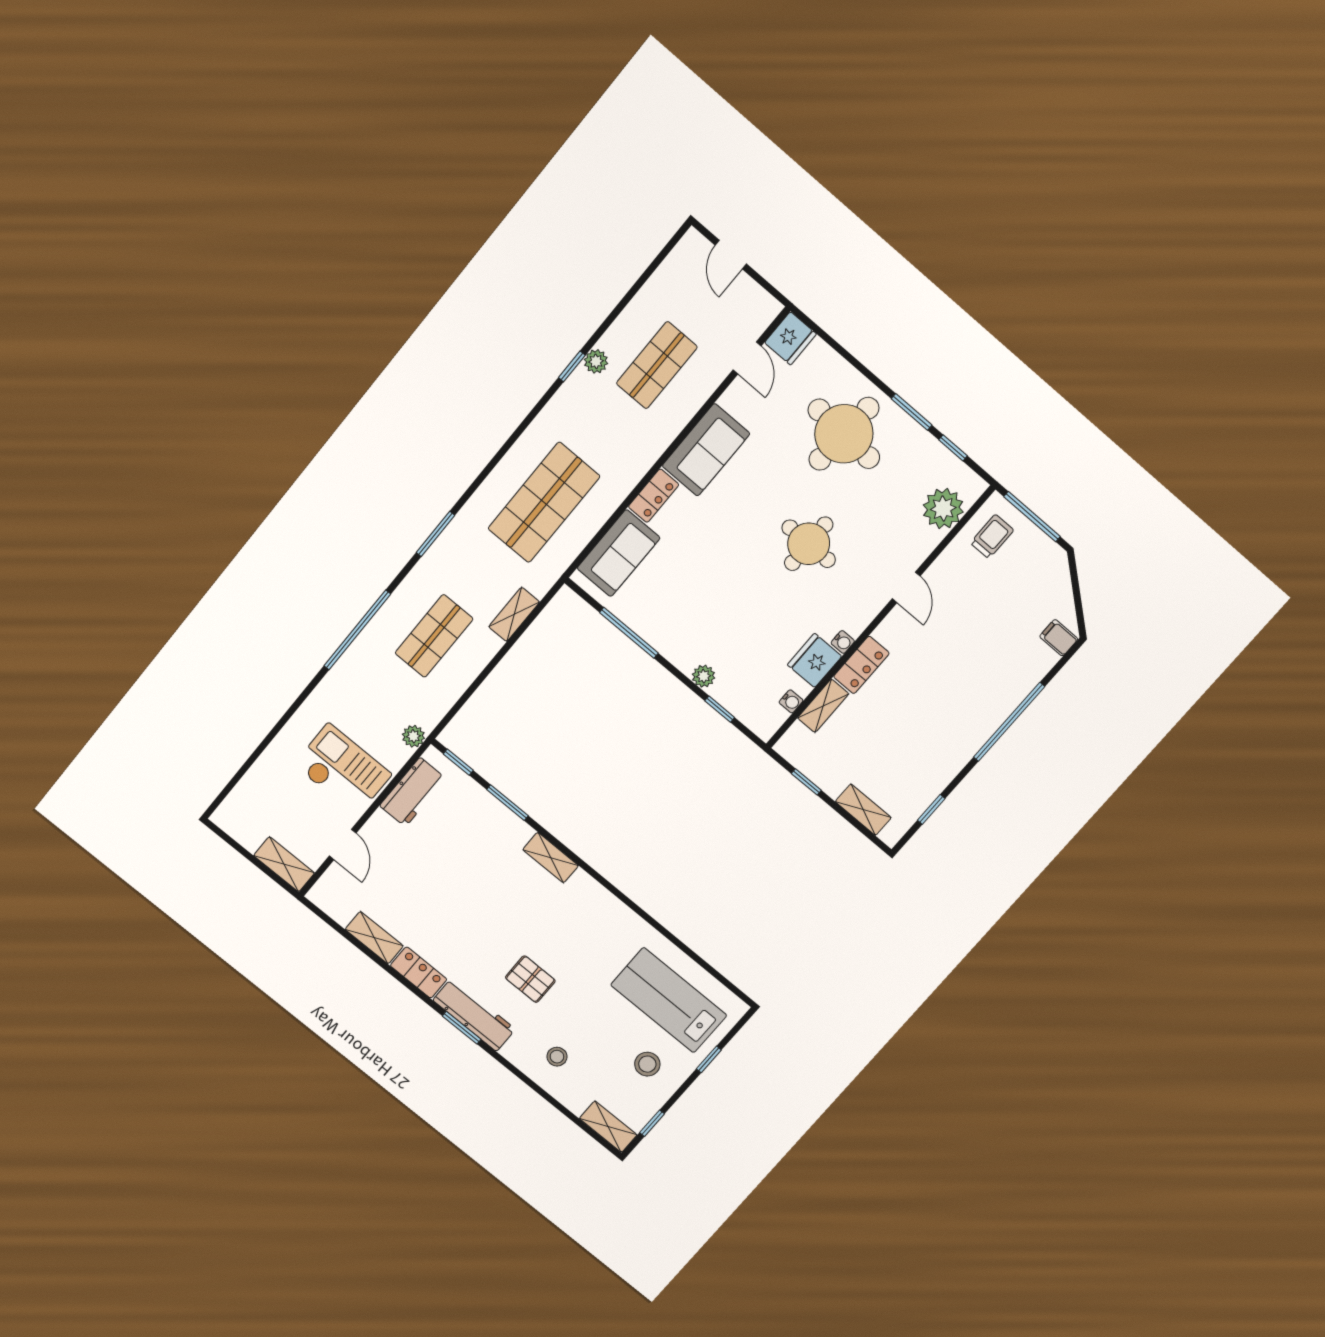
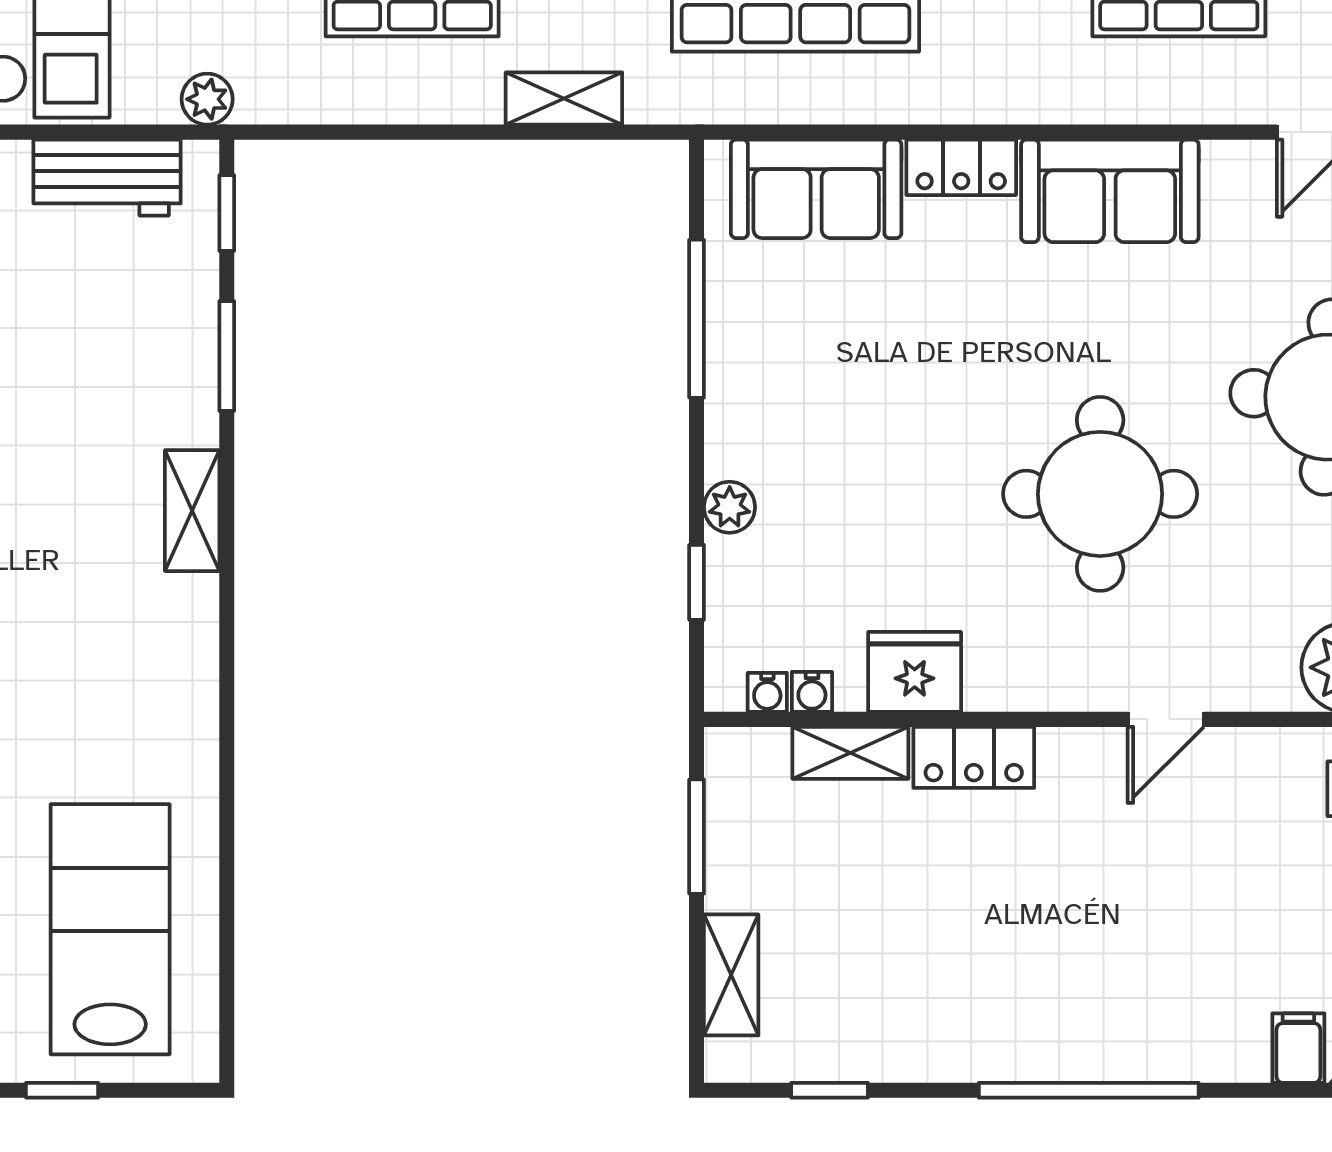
round table: (809, 544) -> (1100, 494), width x1.36, depth x1.36
water cooler: (843, 642) -> (767, 692), moved
window: (806, 782) -> (697, 837), width x1.50

